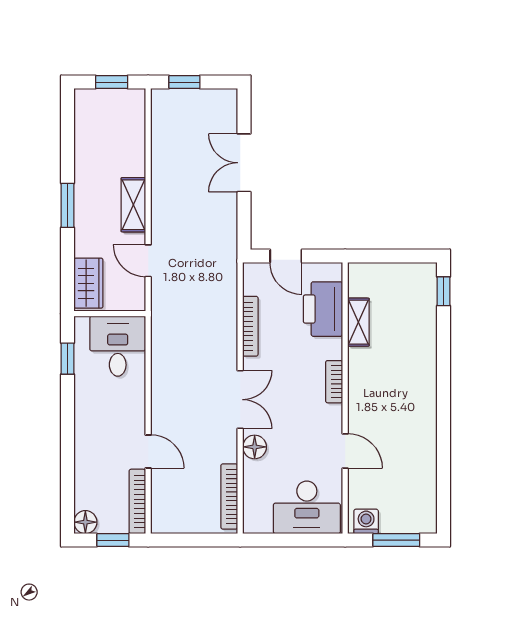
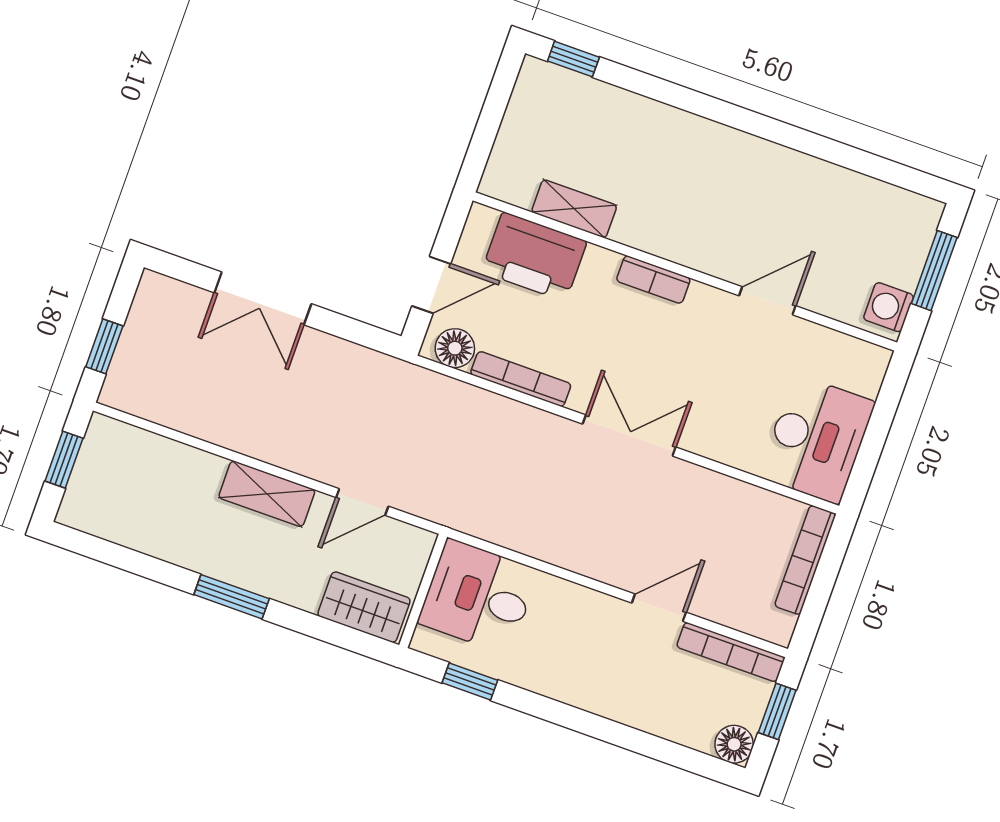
floor lamp: (255, 447) -> (455, 348), moved
bookcase: (229, 496) -> (805, 560), moved, turned 90
desk: (307, 507) -> (817, 439), moved

